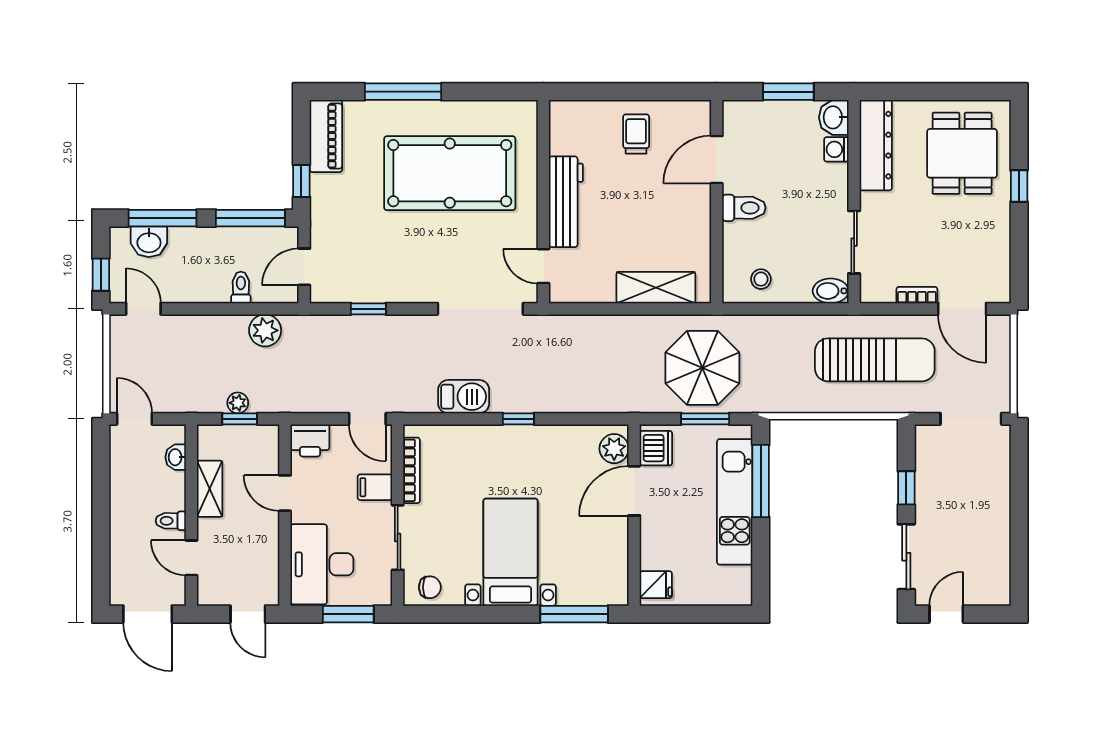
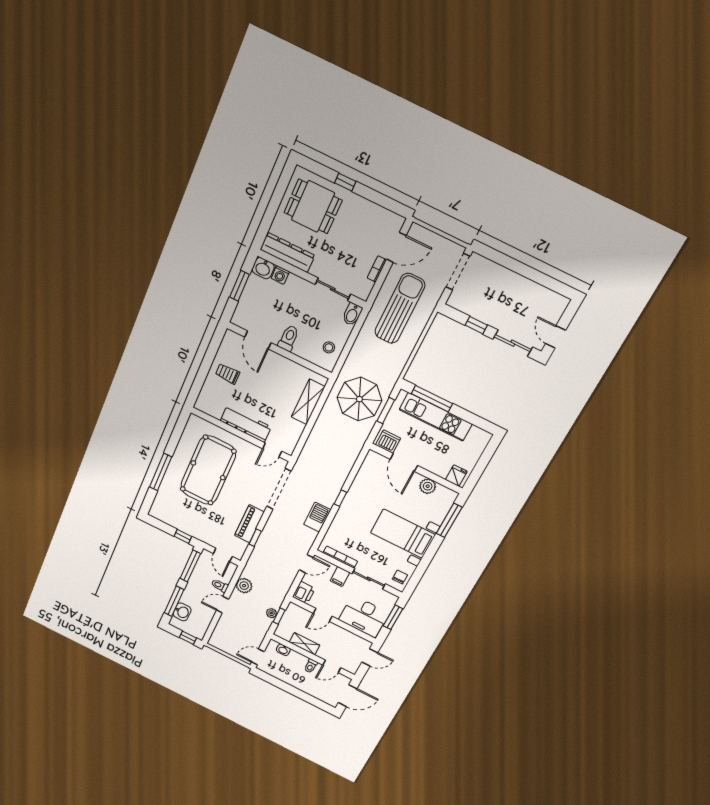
piano: (326, 136) -> (249, 524), moved, turned -90
door: (143, 309) -> (223, 605), moved
plant: (614, 449) -> (428, 486), moved

